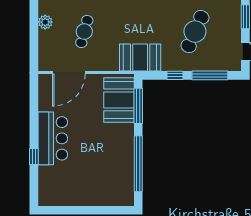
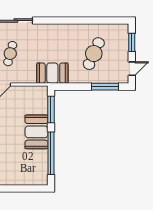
window: (175, 75) -> (79, 87), removed
booth: (119, 100) -> (36, 132), moved

